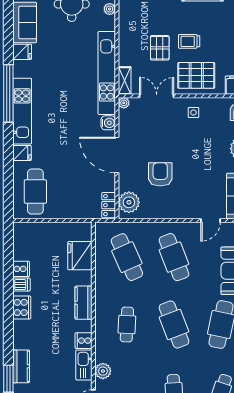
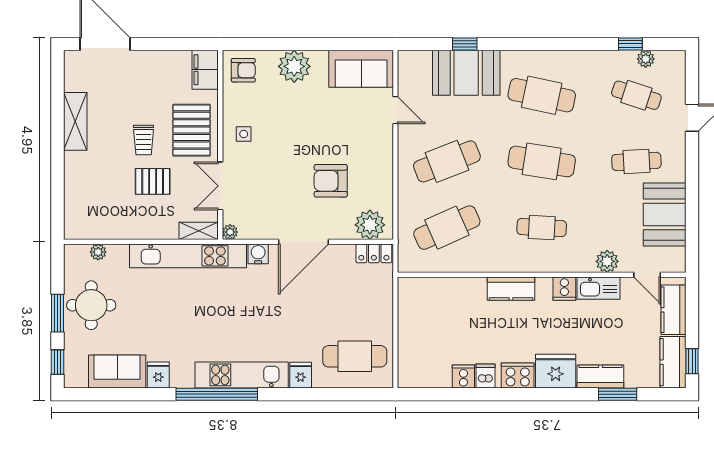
fridge: (80, 256) -> (556, 371), moved, turned 180
cafe table: (174, 325) -> (542, 161), turned 30

